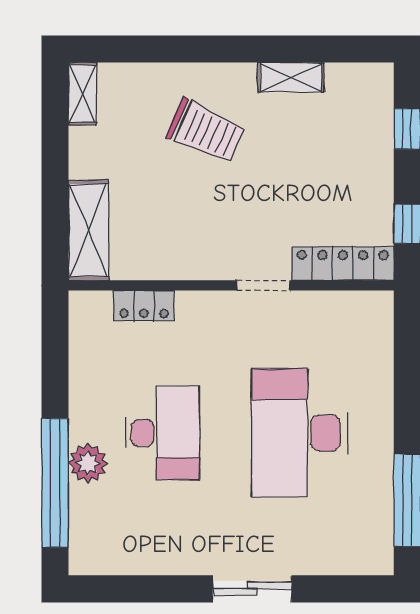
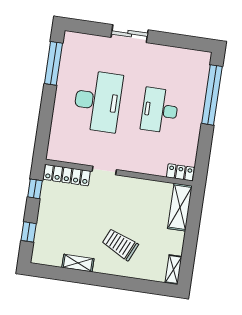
locker: (144, 306) -> (180, 172), moved
plant: (88, 463) -> (196, 102), removed

